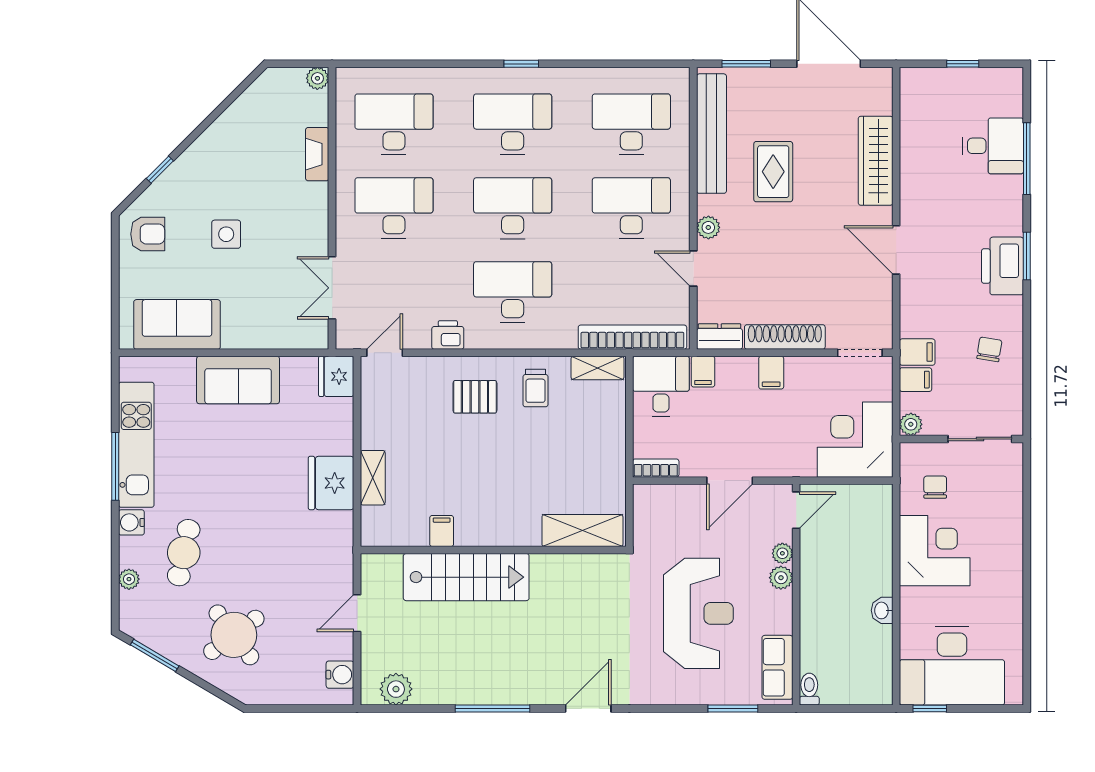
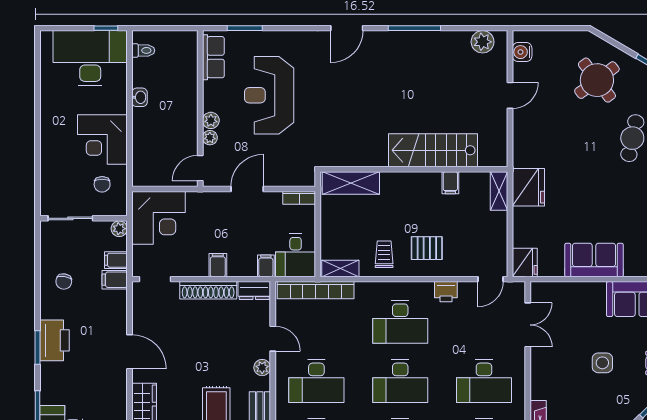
filing cabinet: (442, 531) -> (450, 183), moved
shelving: (582, 531) -> (351, 183), moved
wall: (493, 550) -> (414, 169), moved
stairs: (466, 577) -> (433, 150), moved
toilet: (809, 689) -> (143, 50), moved, turned -90

